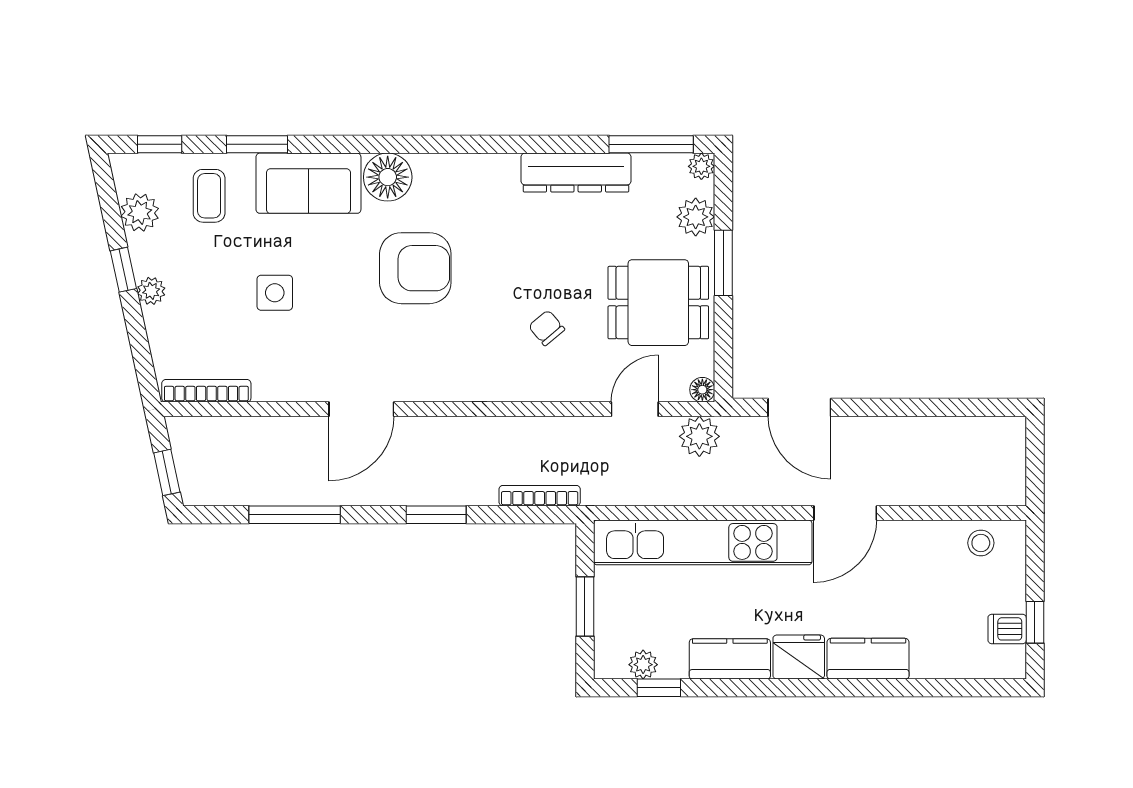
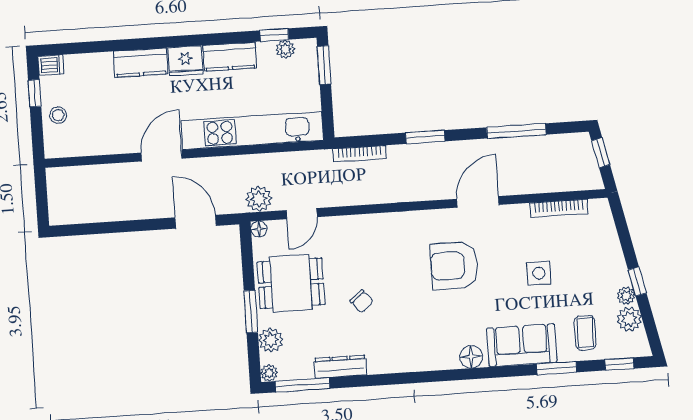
dresser: (576, 172) -> (340, 367), width x0.73, depth x0.80
floor lamp: (388, 177) -> (471, 357), width x0.73, depth x0.73
armchair: (415, 268) -> (454, 266), moved
plant: (151, 291) -> (626, 296), moved
chair: (547, 328) -> (362, 301), moved
bookcase: (206, 391) -> (559, 208), moved
stool: (981, 543) -> (58, 115), moved
window: (585, 607) -> (324, 65), moved
dishwasher: (1007, 629) -> (51, 65), moved

